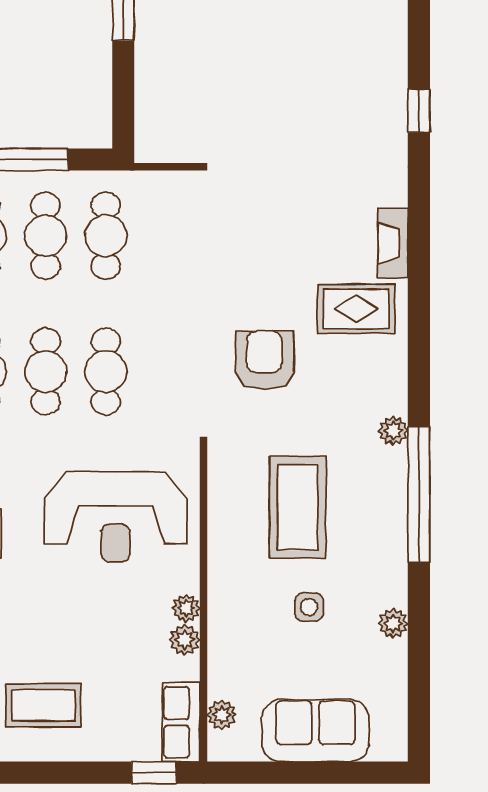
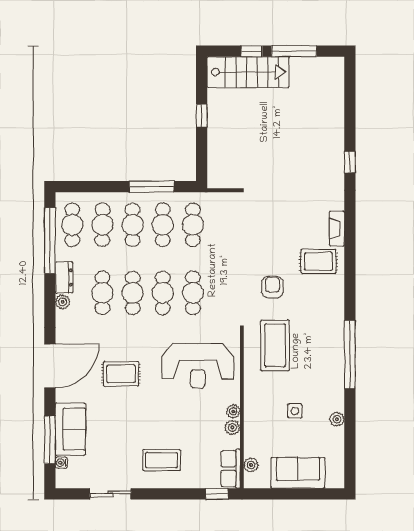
armchair: (265, 360) -> (272, 287), width x0.72, depth x0.72
plant: (393, 430) -> (337, 322), removed
coffee table: (298, 507) -> (275, 345), moved

